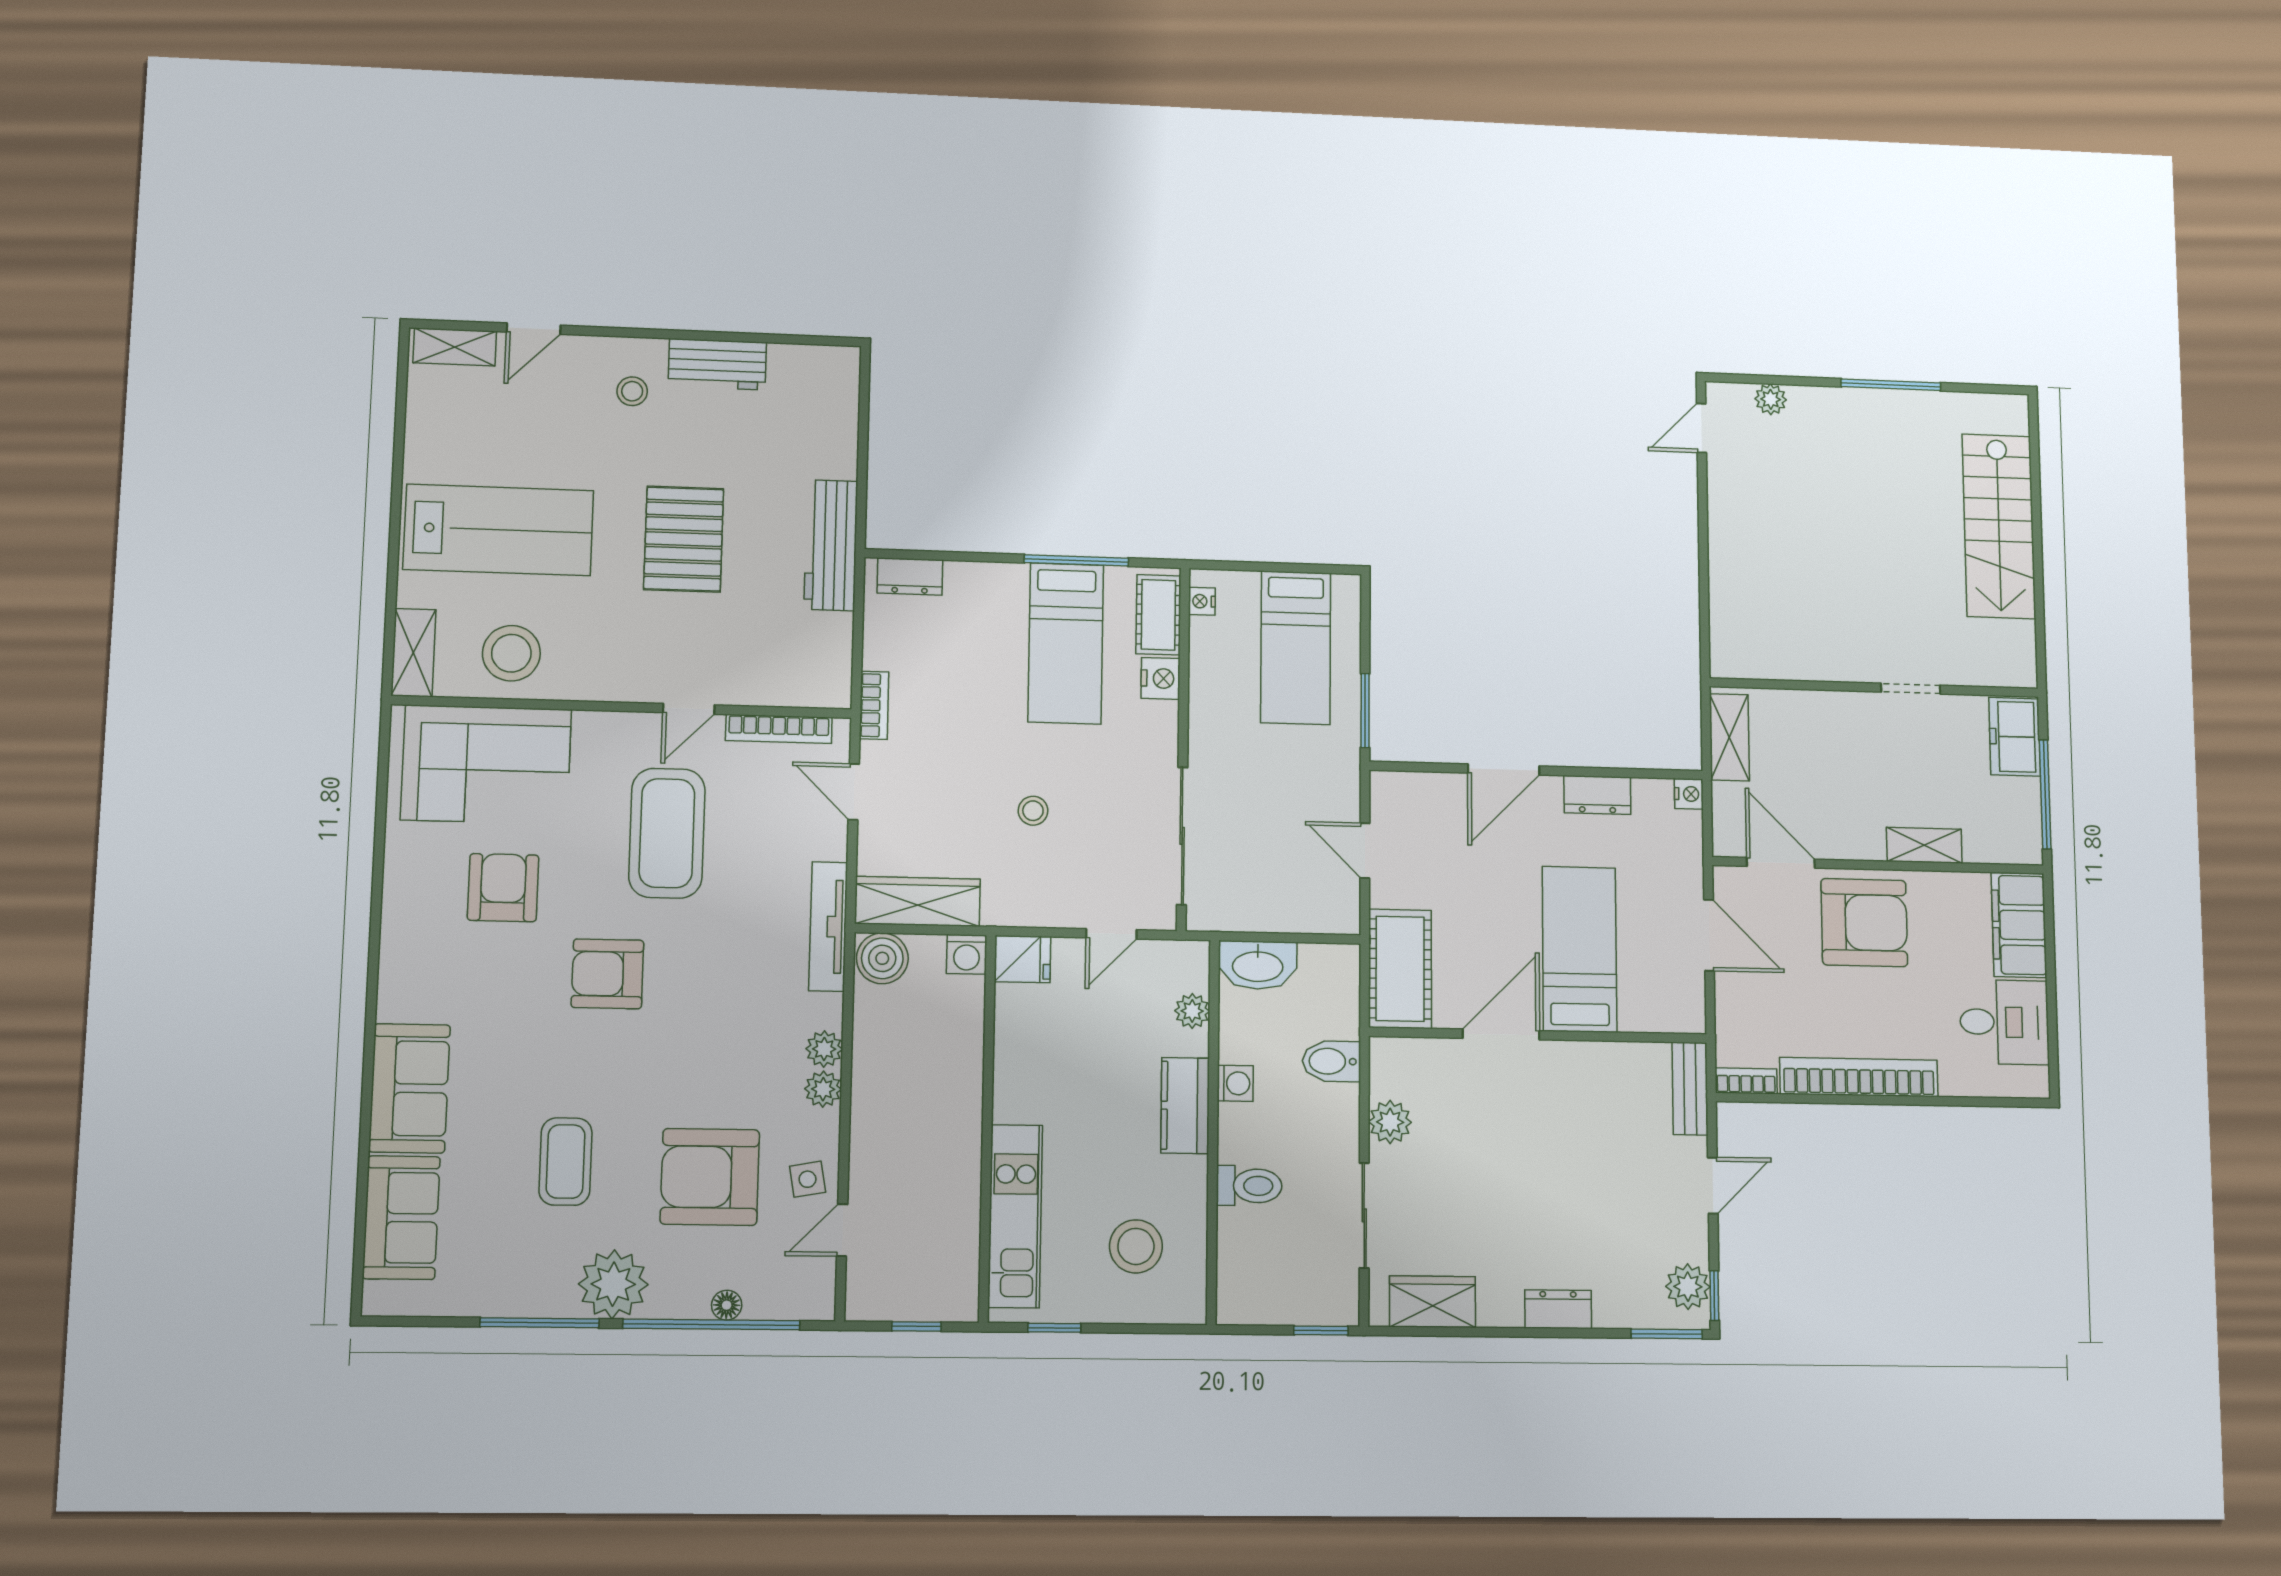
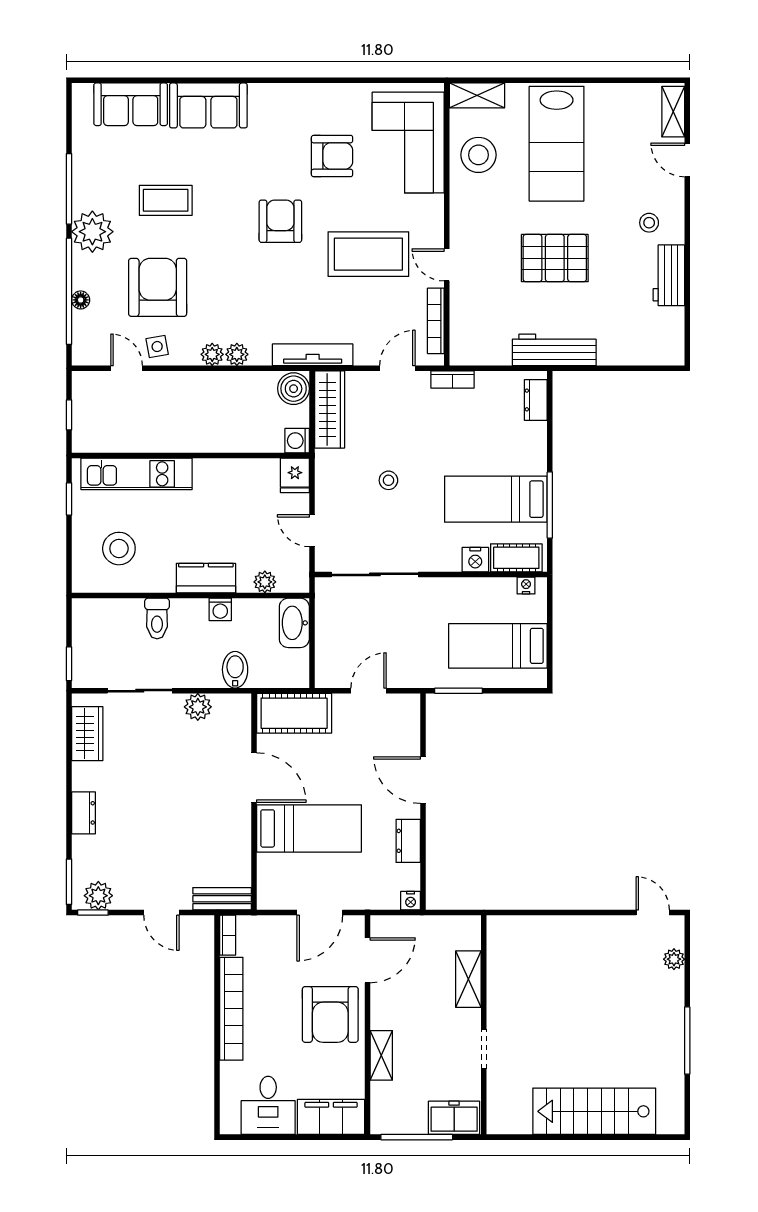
shelving: (1729, 737) -> (468, 979), moved, turned 90

